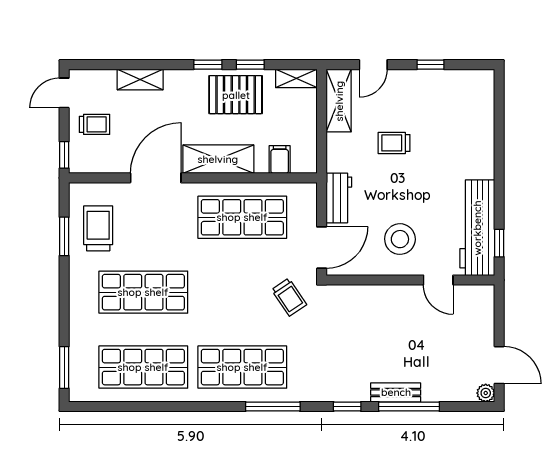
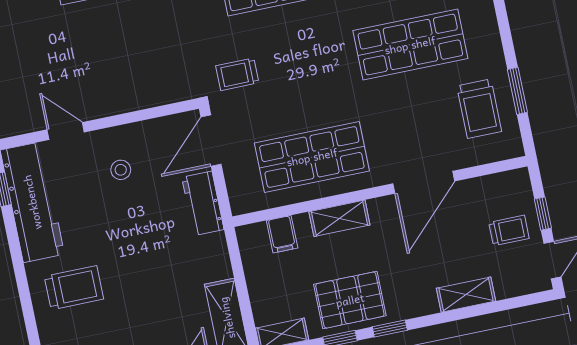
trolley: (94, 124) -> (509, 230), turned 180
trolley: (394, 143) -> (74, 288), moved, width x1.36, depth x1.39
window: (64, 155) -> (543, 214), moved
shelving: (218, 159) -> (339, 218), width x0.67, depth x0.75
stool: (400, 239) -> (121, 170), width x0.53, depth x0.53
trolley: (289, 297) -> (237, 74), turned -56

